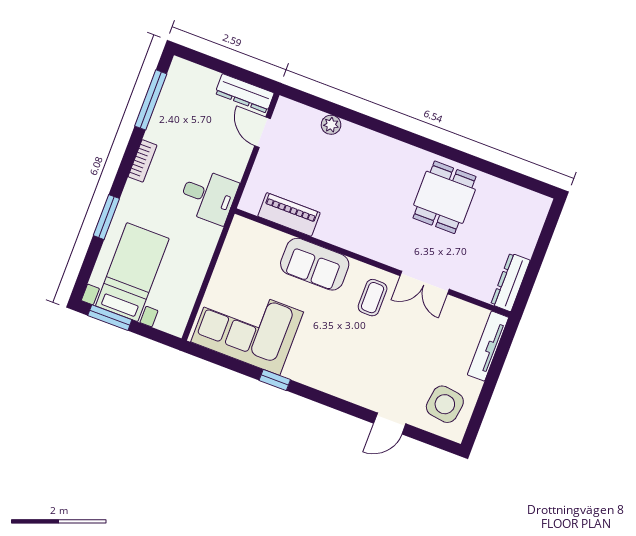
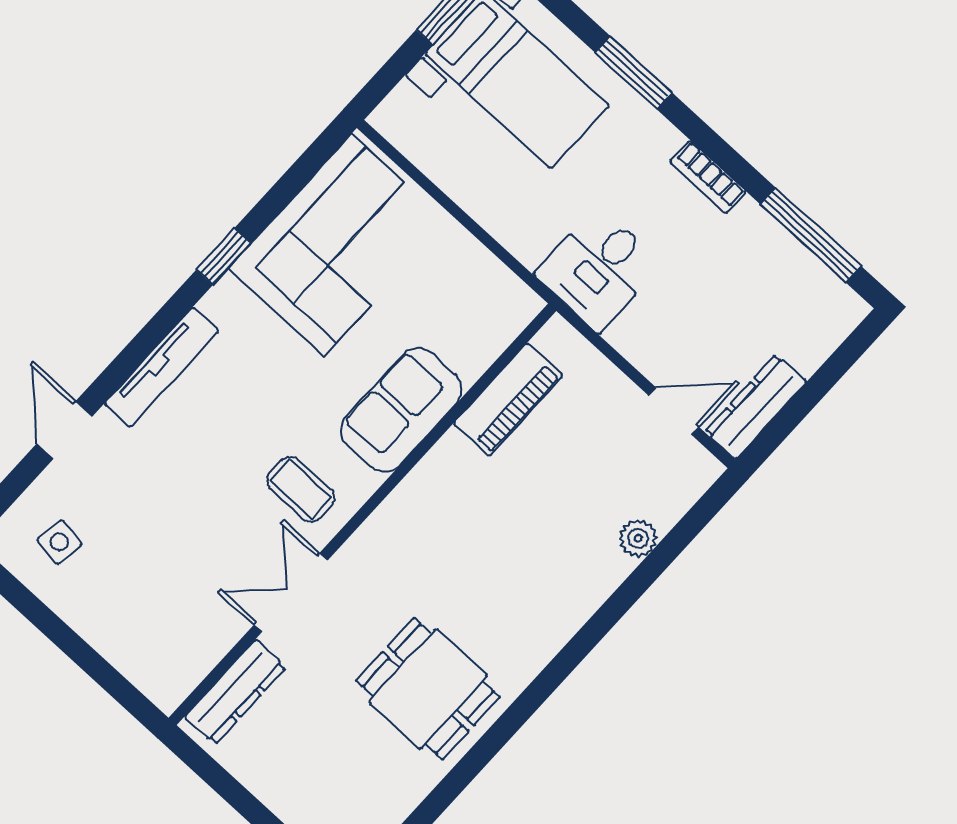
dresser: (510, 282) -> (235, 692), moved, turned 90
tv unit: (488, 346) -> (162, 367), moved, turned 90
side table: (445, 404) -> (59, 542), width x0.54, depth x0.54

